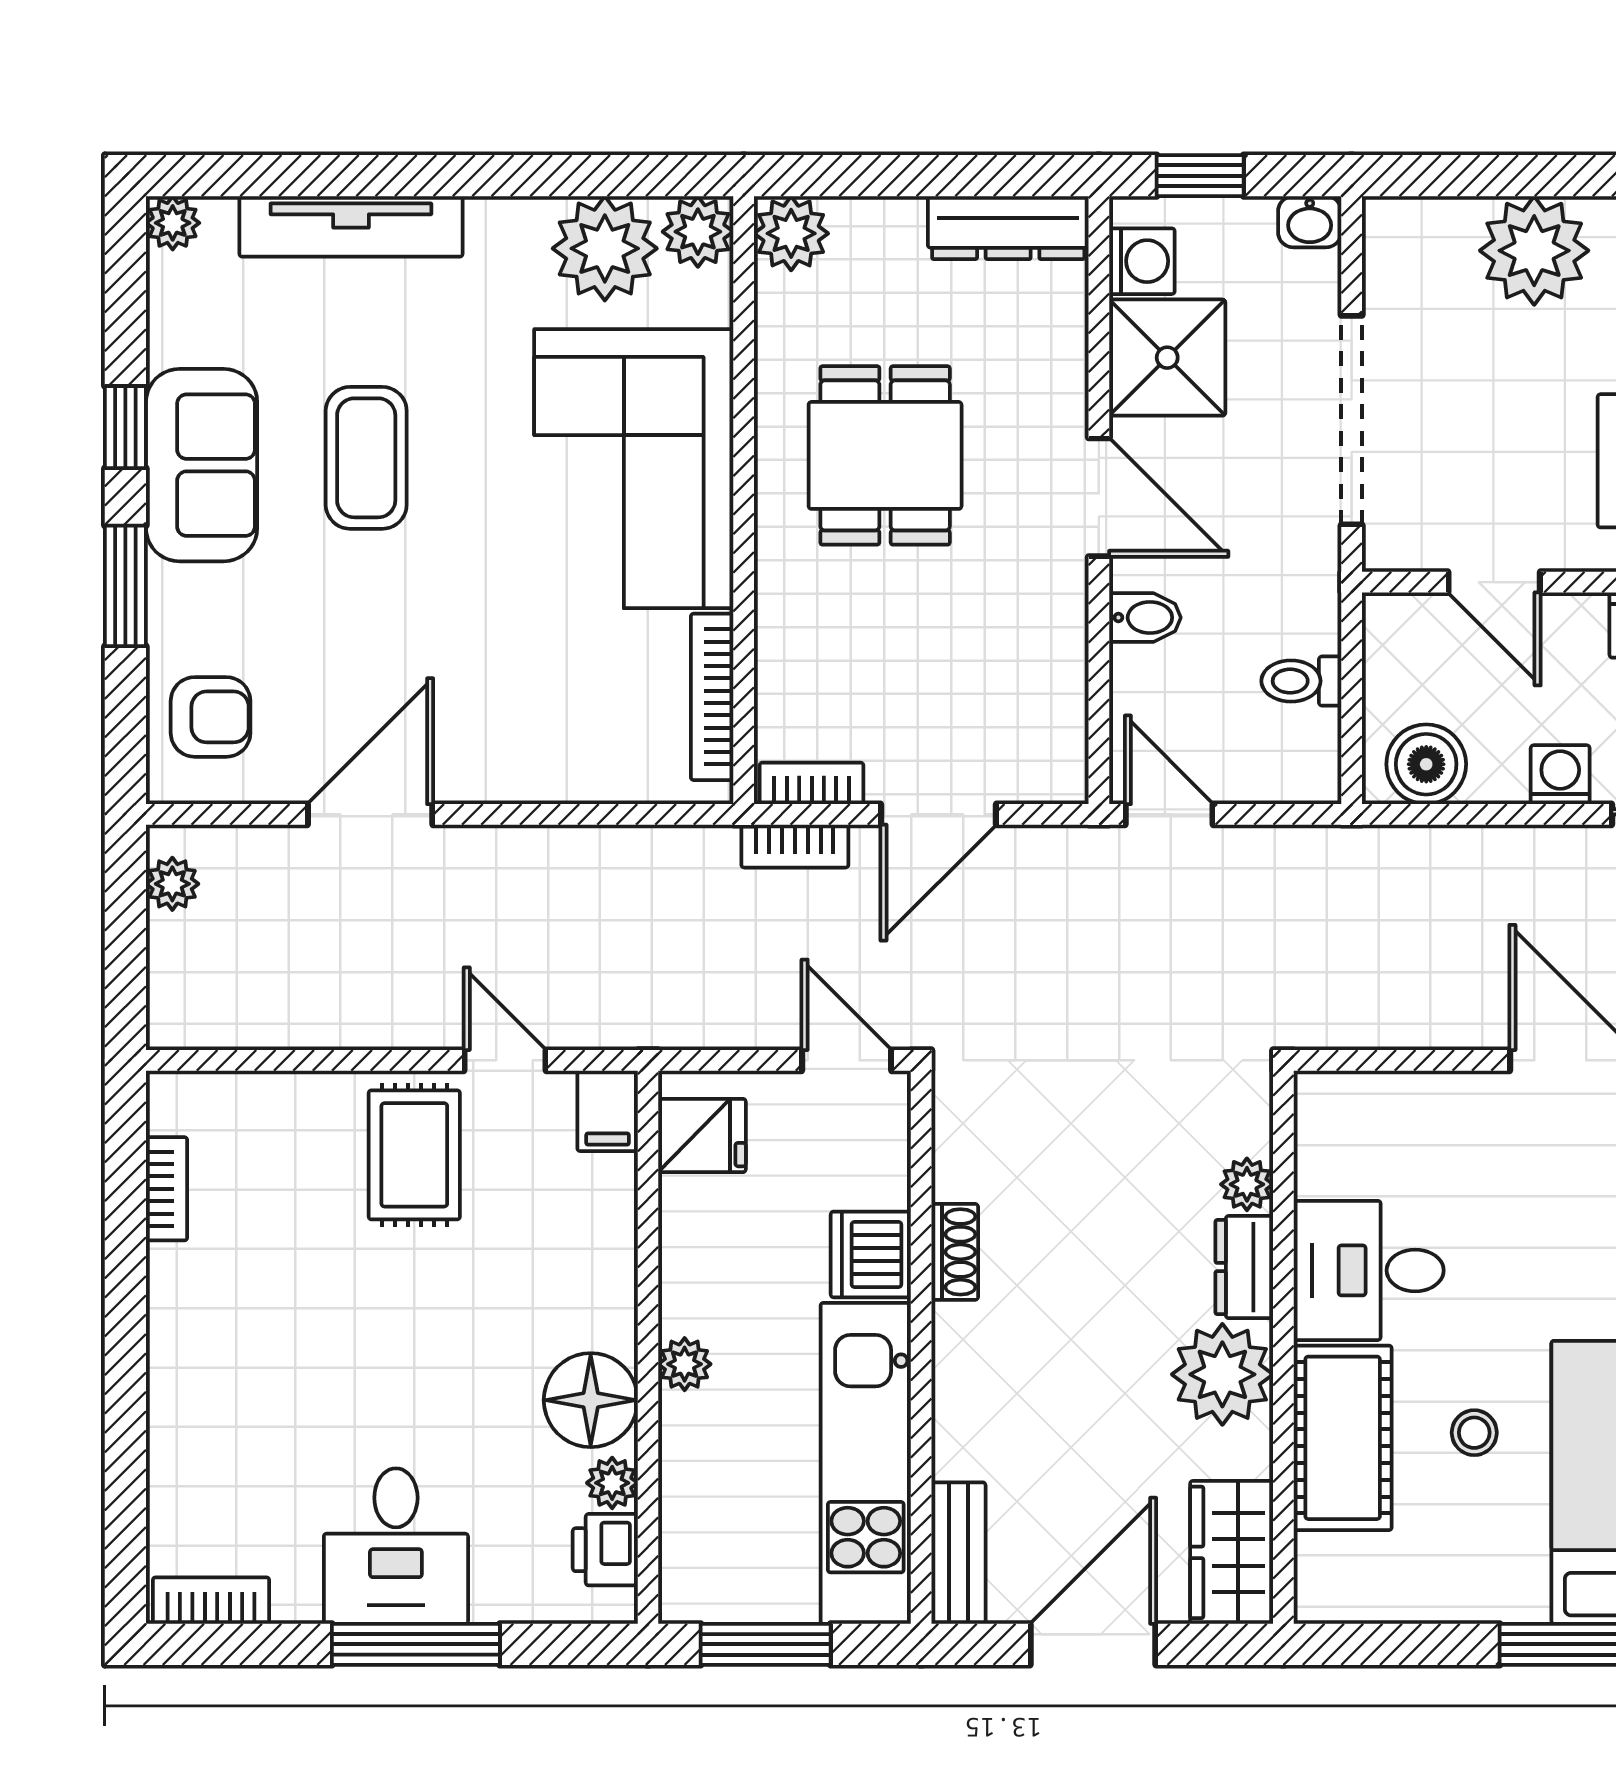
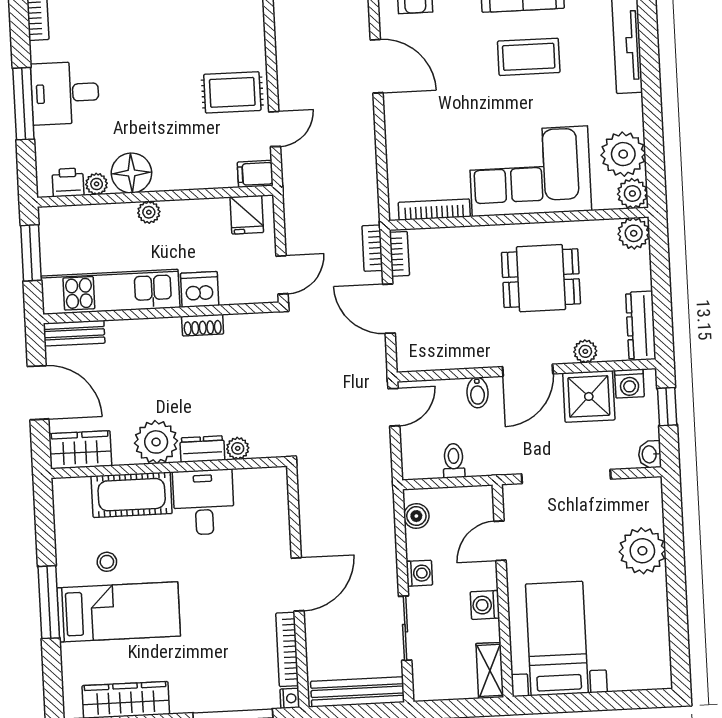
plant: (1061, 360) -> (585, 351), added
boiler: (1426, 764) -> (416, 516), width x0.73, depth x0.73
stool: (1474, 1433) -> (107, 562), moved

